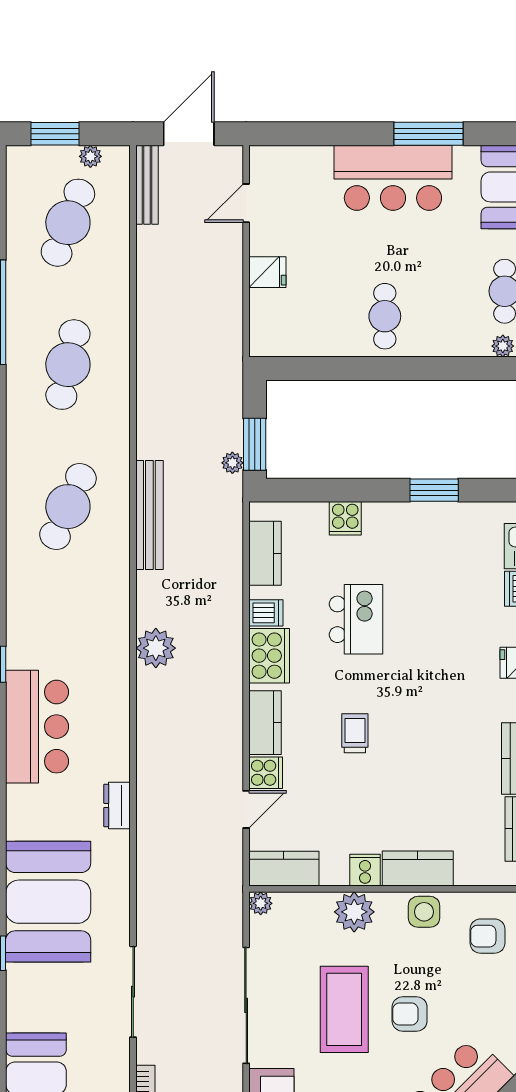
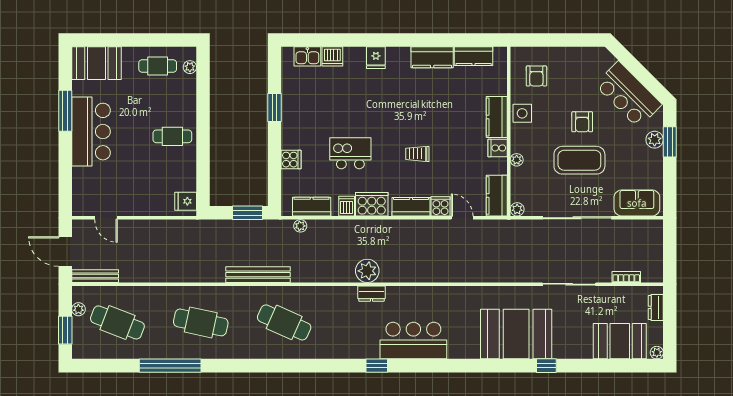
fridge: (267, 272) -> (186, 201), moved, turned -90
plant: (232, 463) -> (300, 226), moved
bench: (149, 515) -> (258, 275), moved
dresser: (117, 805) -> (372, 294), moved
plant: (354, 912) -> (517, 160), width x0.53, depth x0.53

